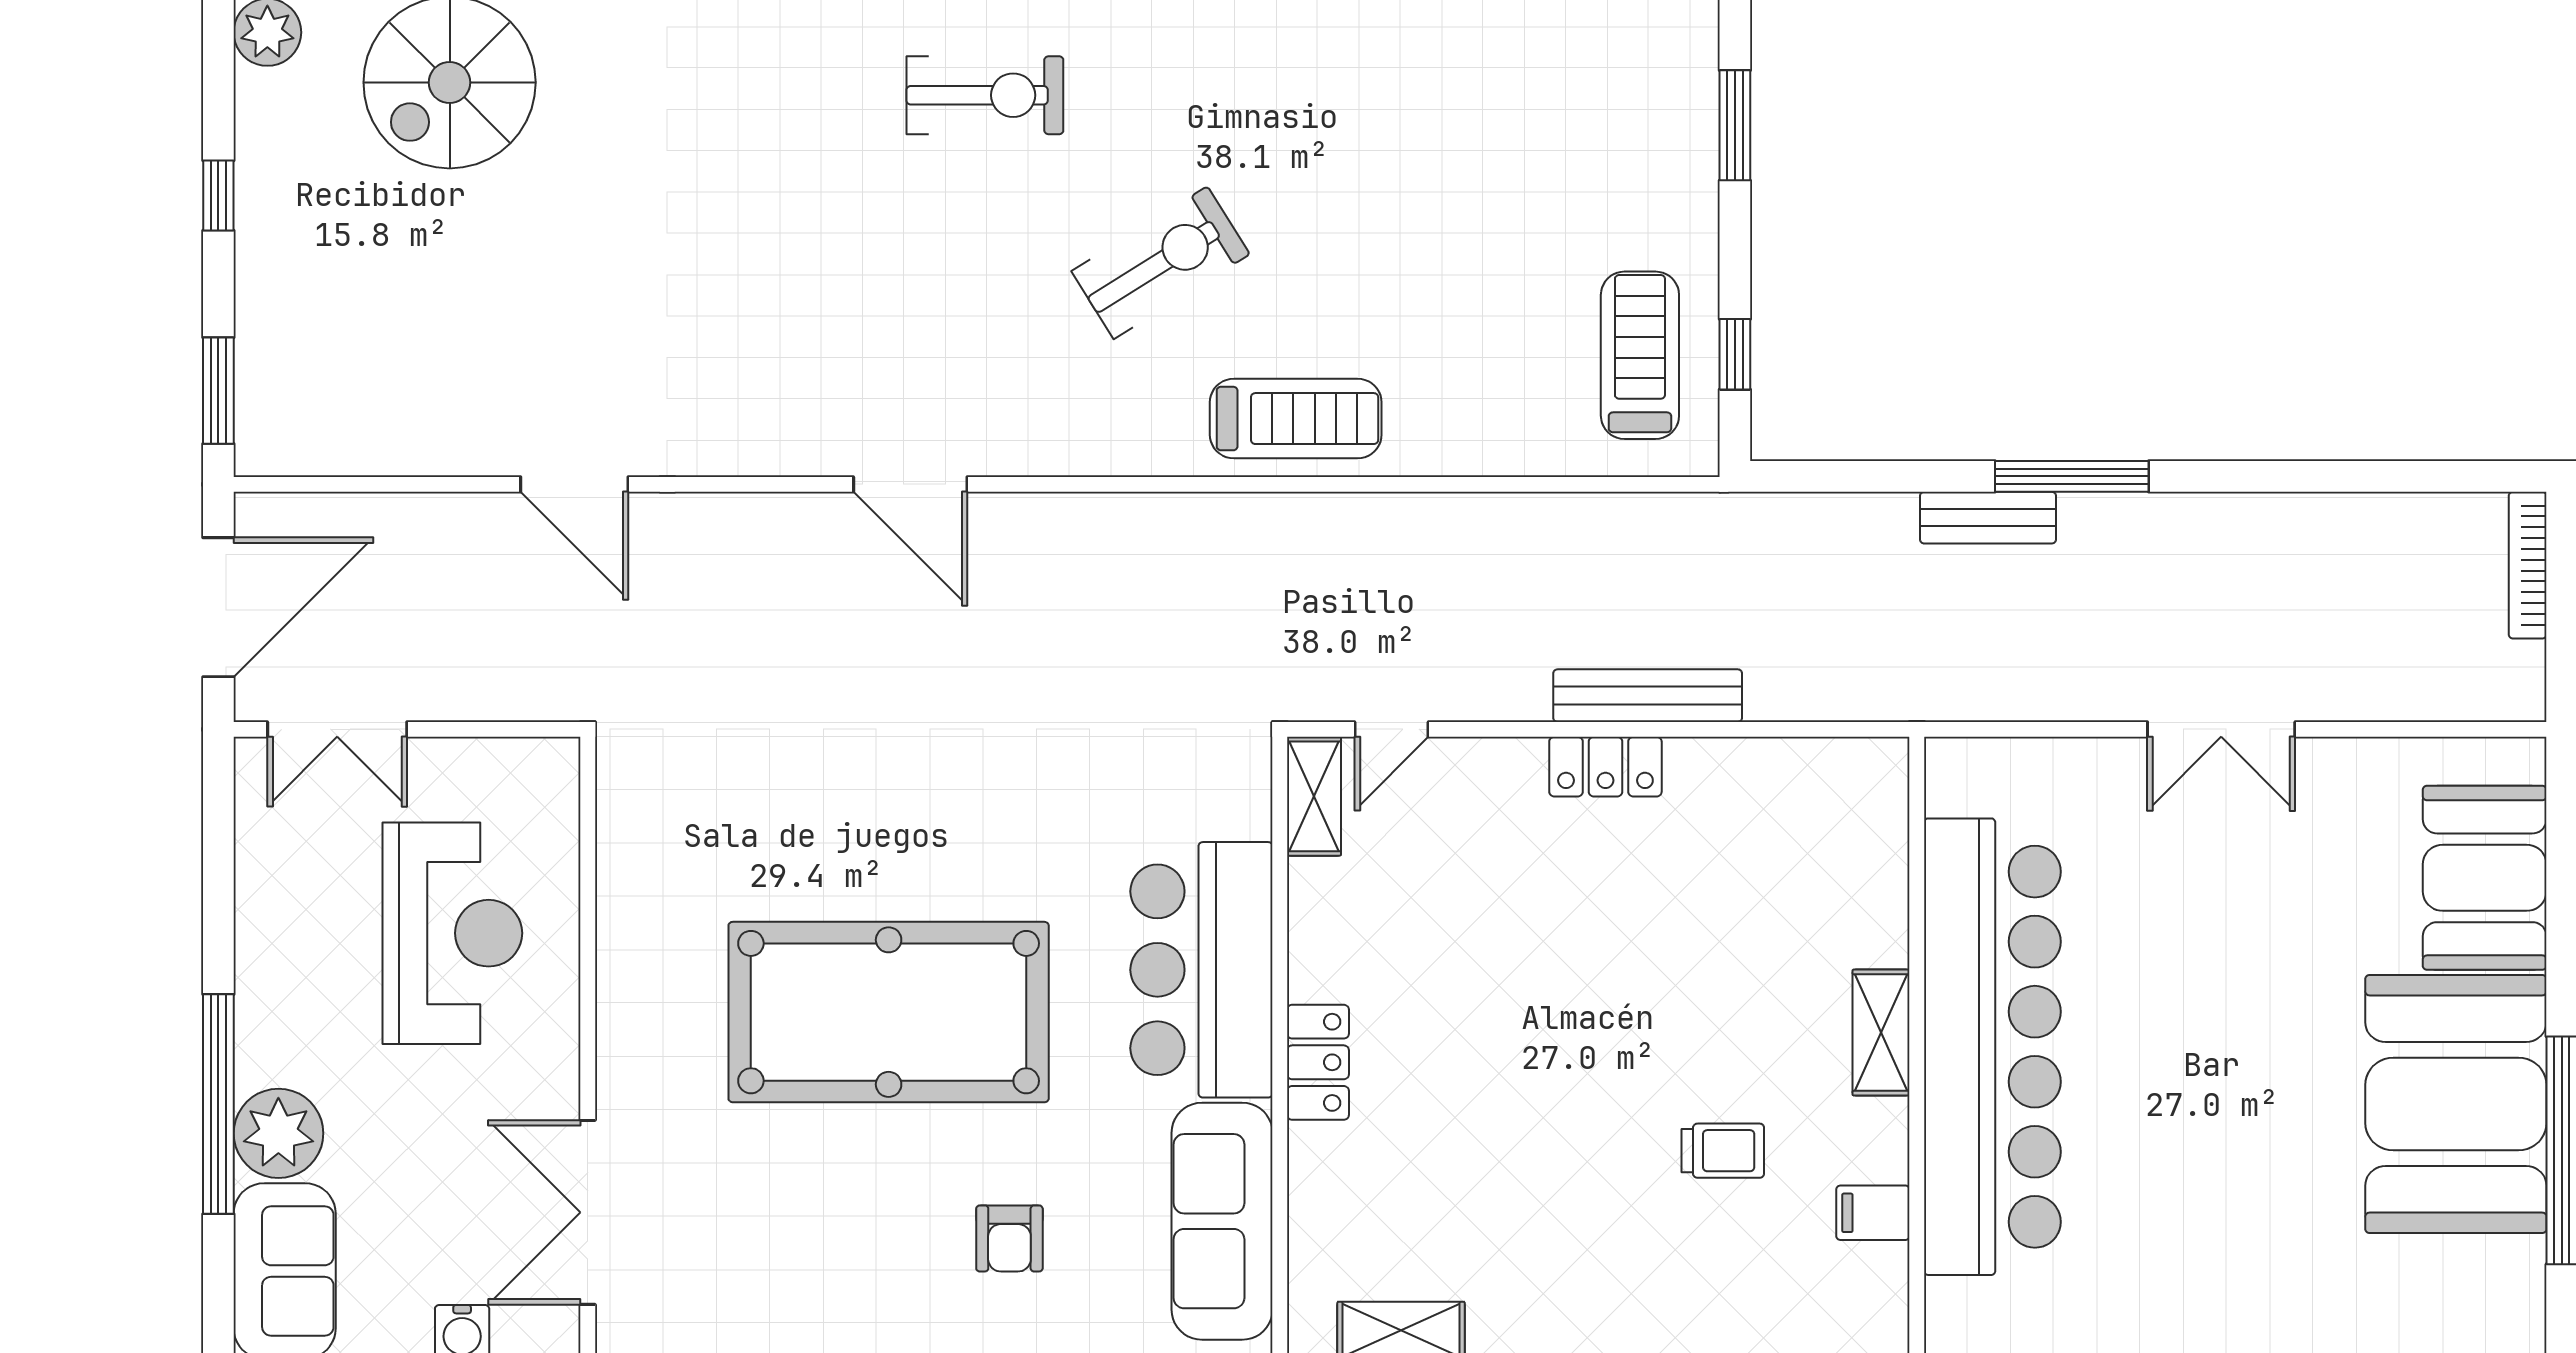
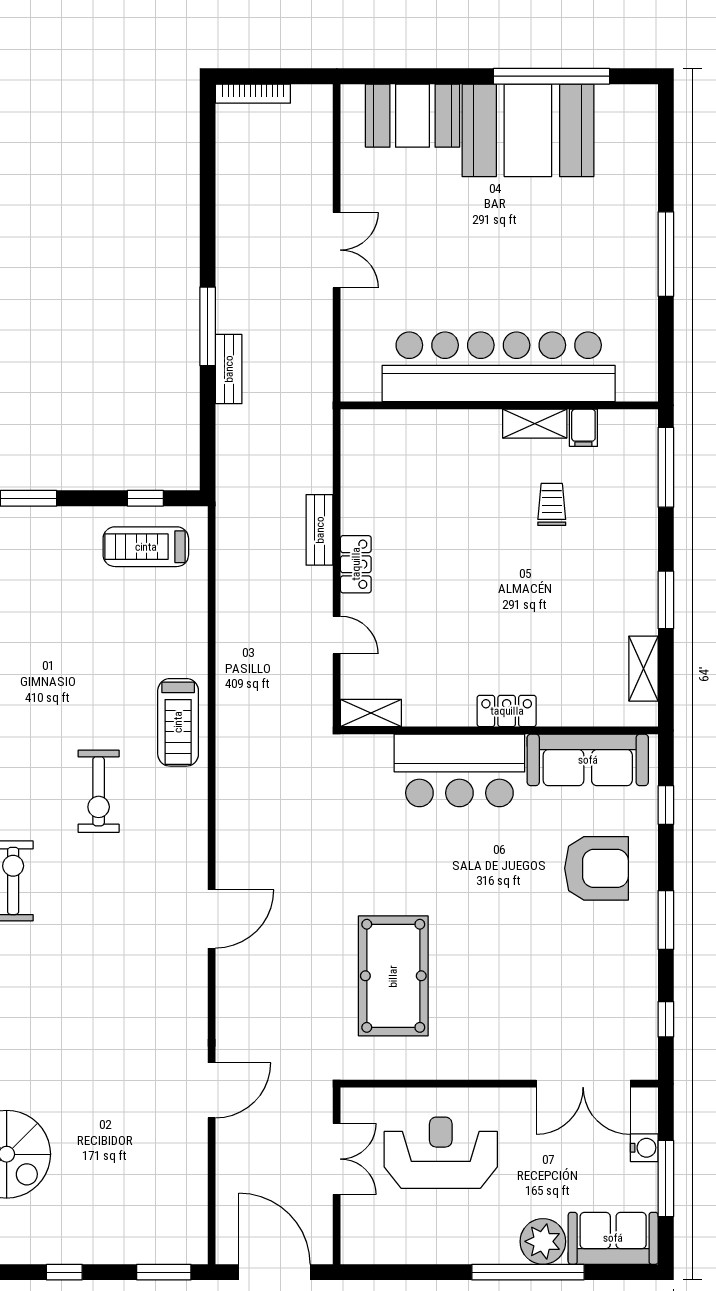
exercise bike: (1161, 263) -> (99, 791), turned -148
treadmill: (1296, 419) -> (178, 722), turned 180
bench: (1648, 696) -> (320, 530), width x0.73
double door: (337, 729) -> (337, 1159), moved
door: (1391, 729) -> (337, 635), moved
pool table: (889, 1012) -> (393, 976), moved, width x0.73, depth x0.76
shelving: (1881, 1033) -> (535, 424), moved
armchair: (1009, 1238) -> (597, 868), width x1.88, depth x1.88

